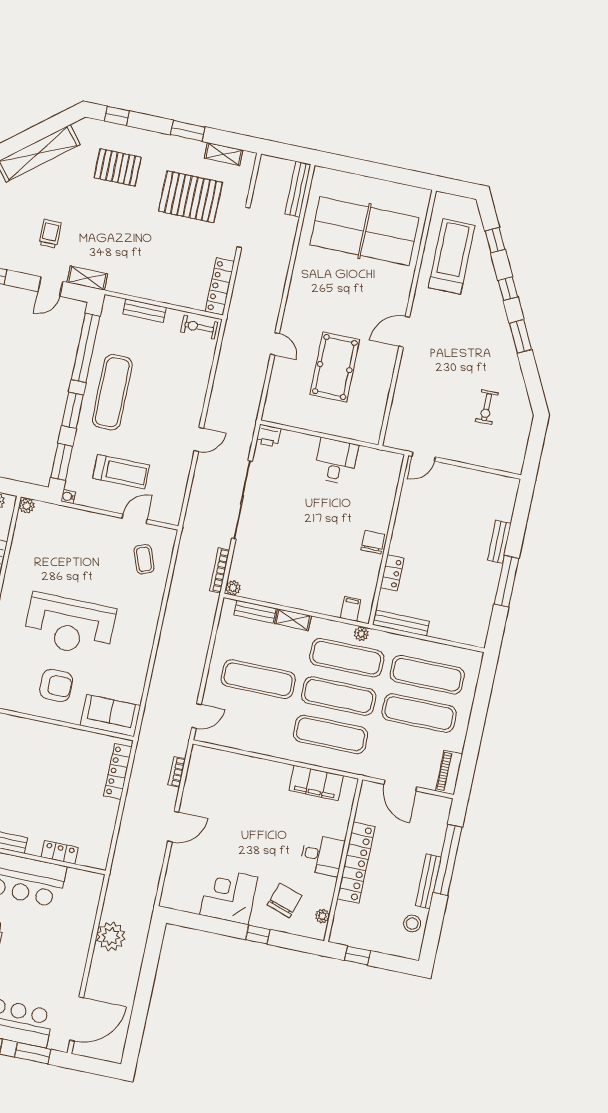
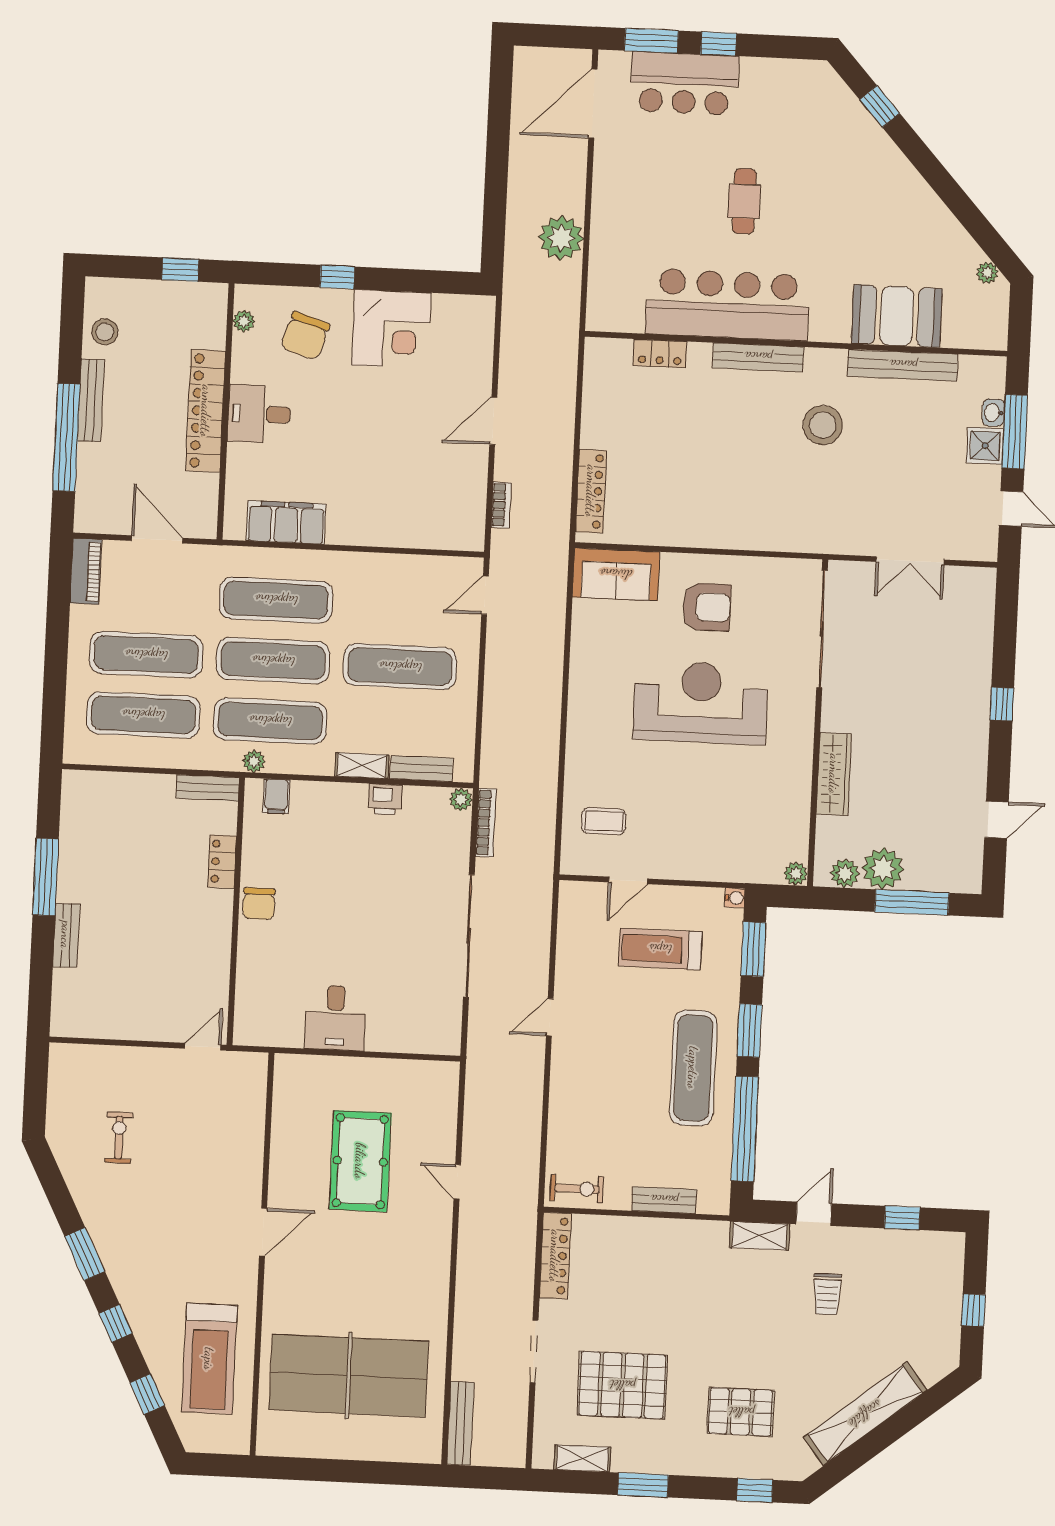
printer: (268, 436) -> (385, 799), moved, turned 180
coffee table: (144, 559) -> (604, 821), turned -70
bench: (401, 623) -> (208, 788), width x0.73
armchair: (56, 685) -> (707, 607), turned 180

